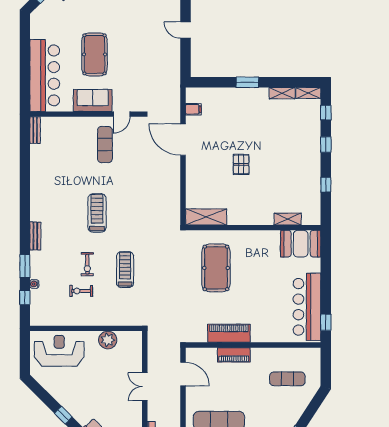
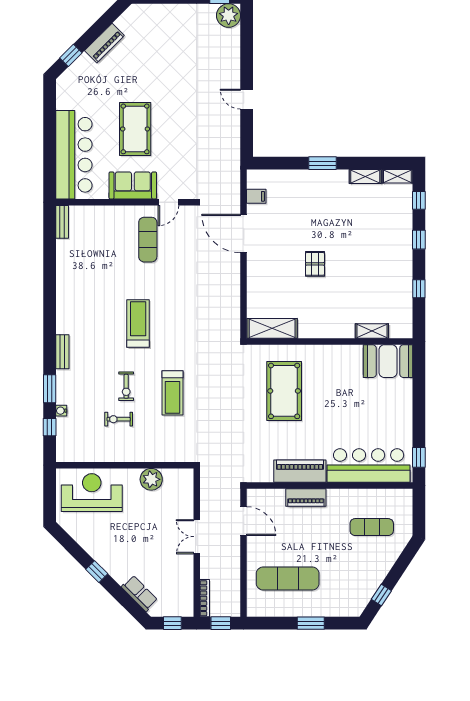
treadmill: (125, 270) -> (172, 393), turned 180
bar counter: (307, 307) -> (369, 465), moved, turned 90

